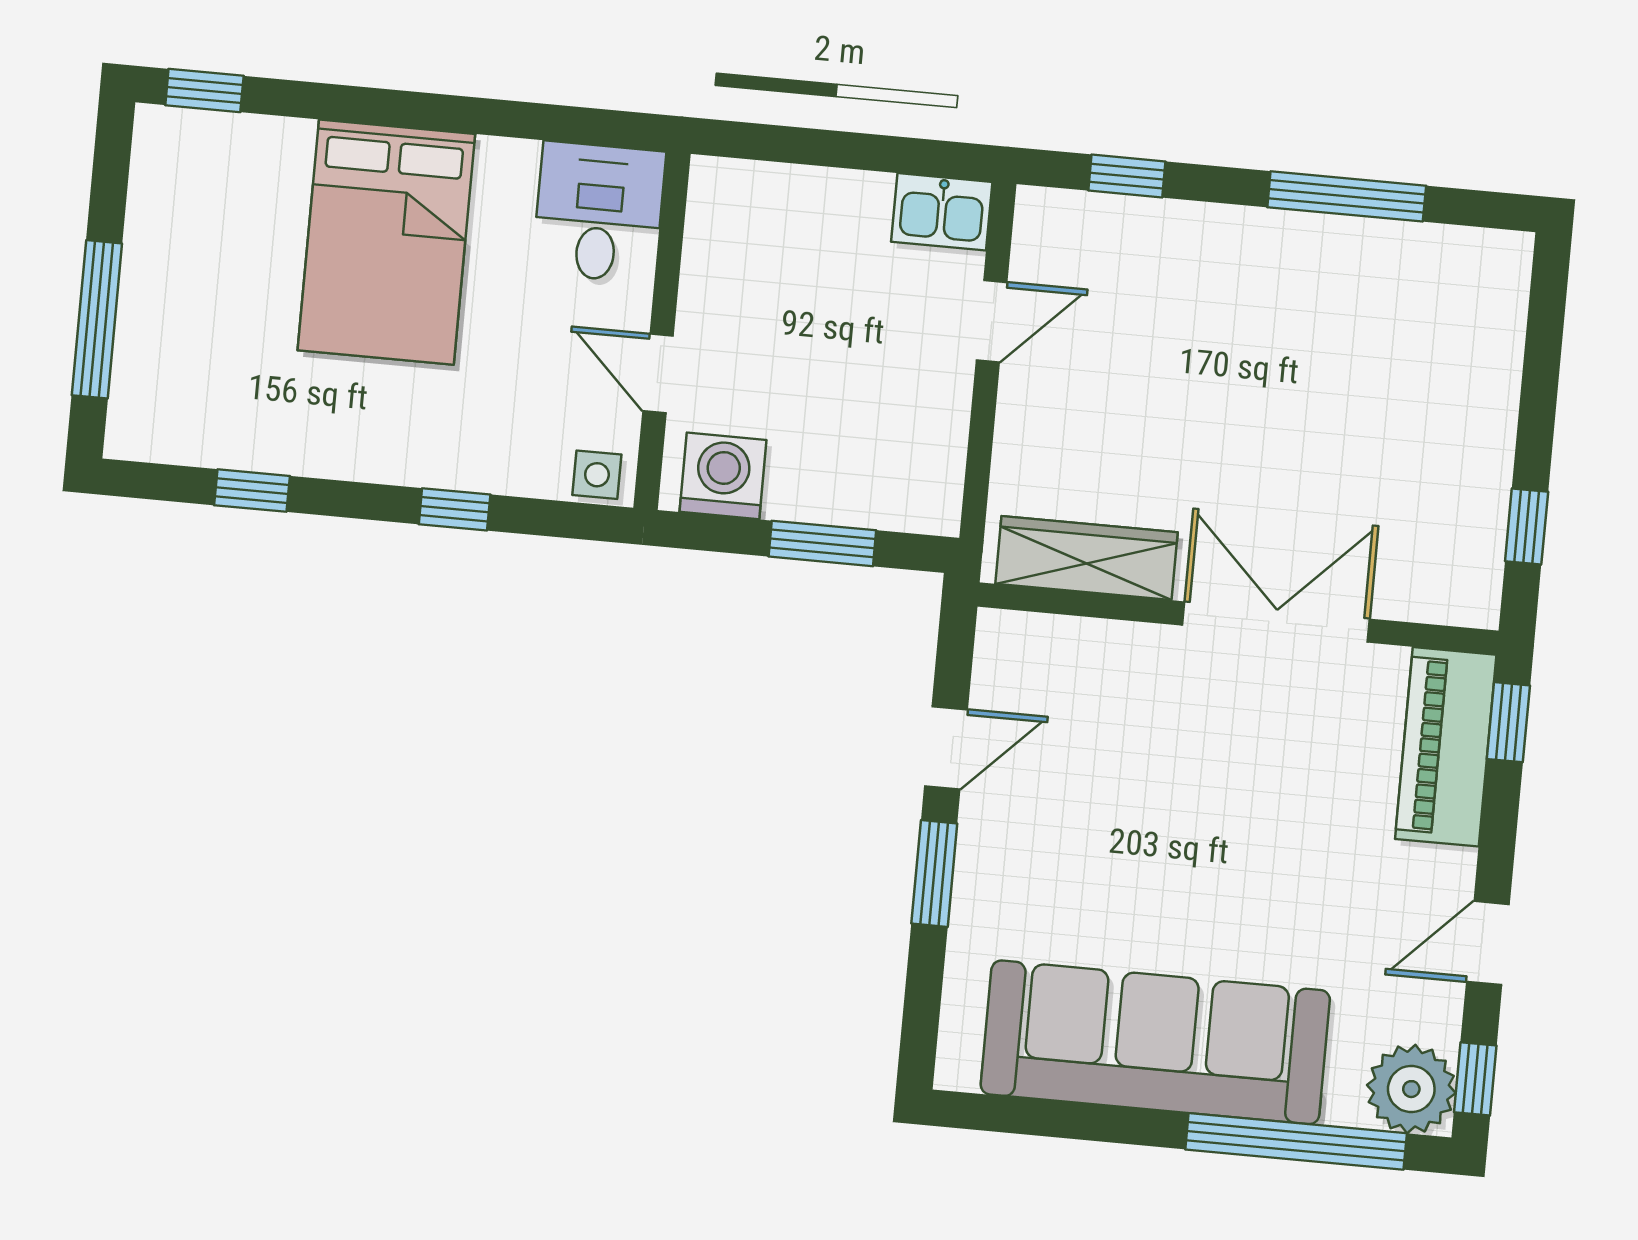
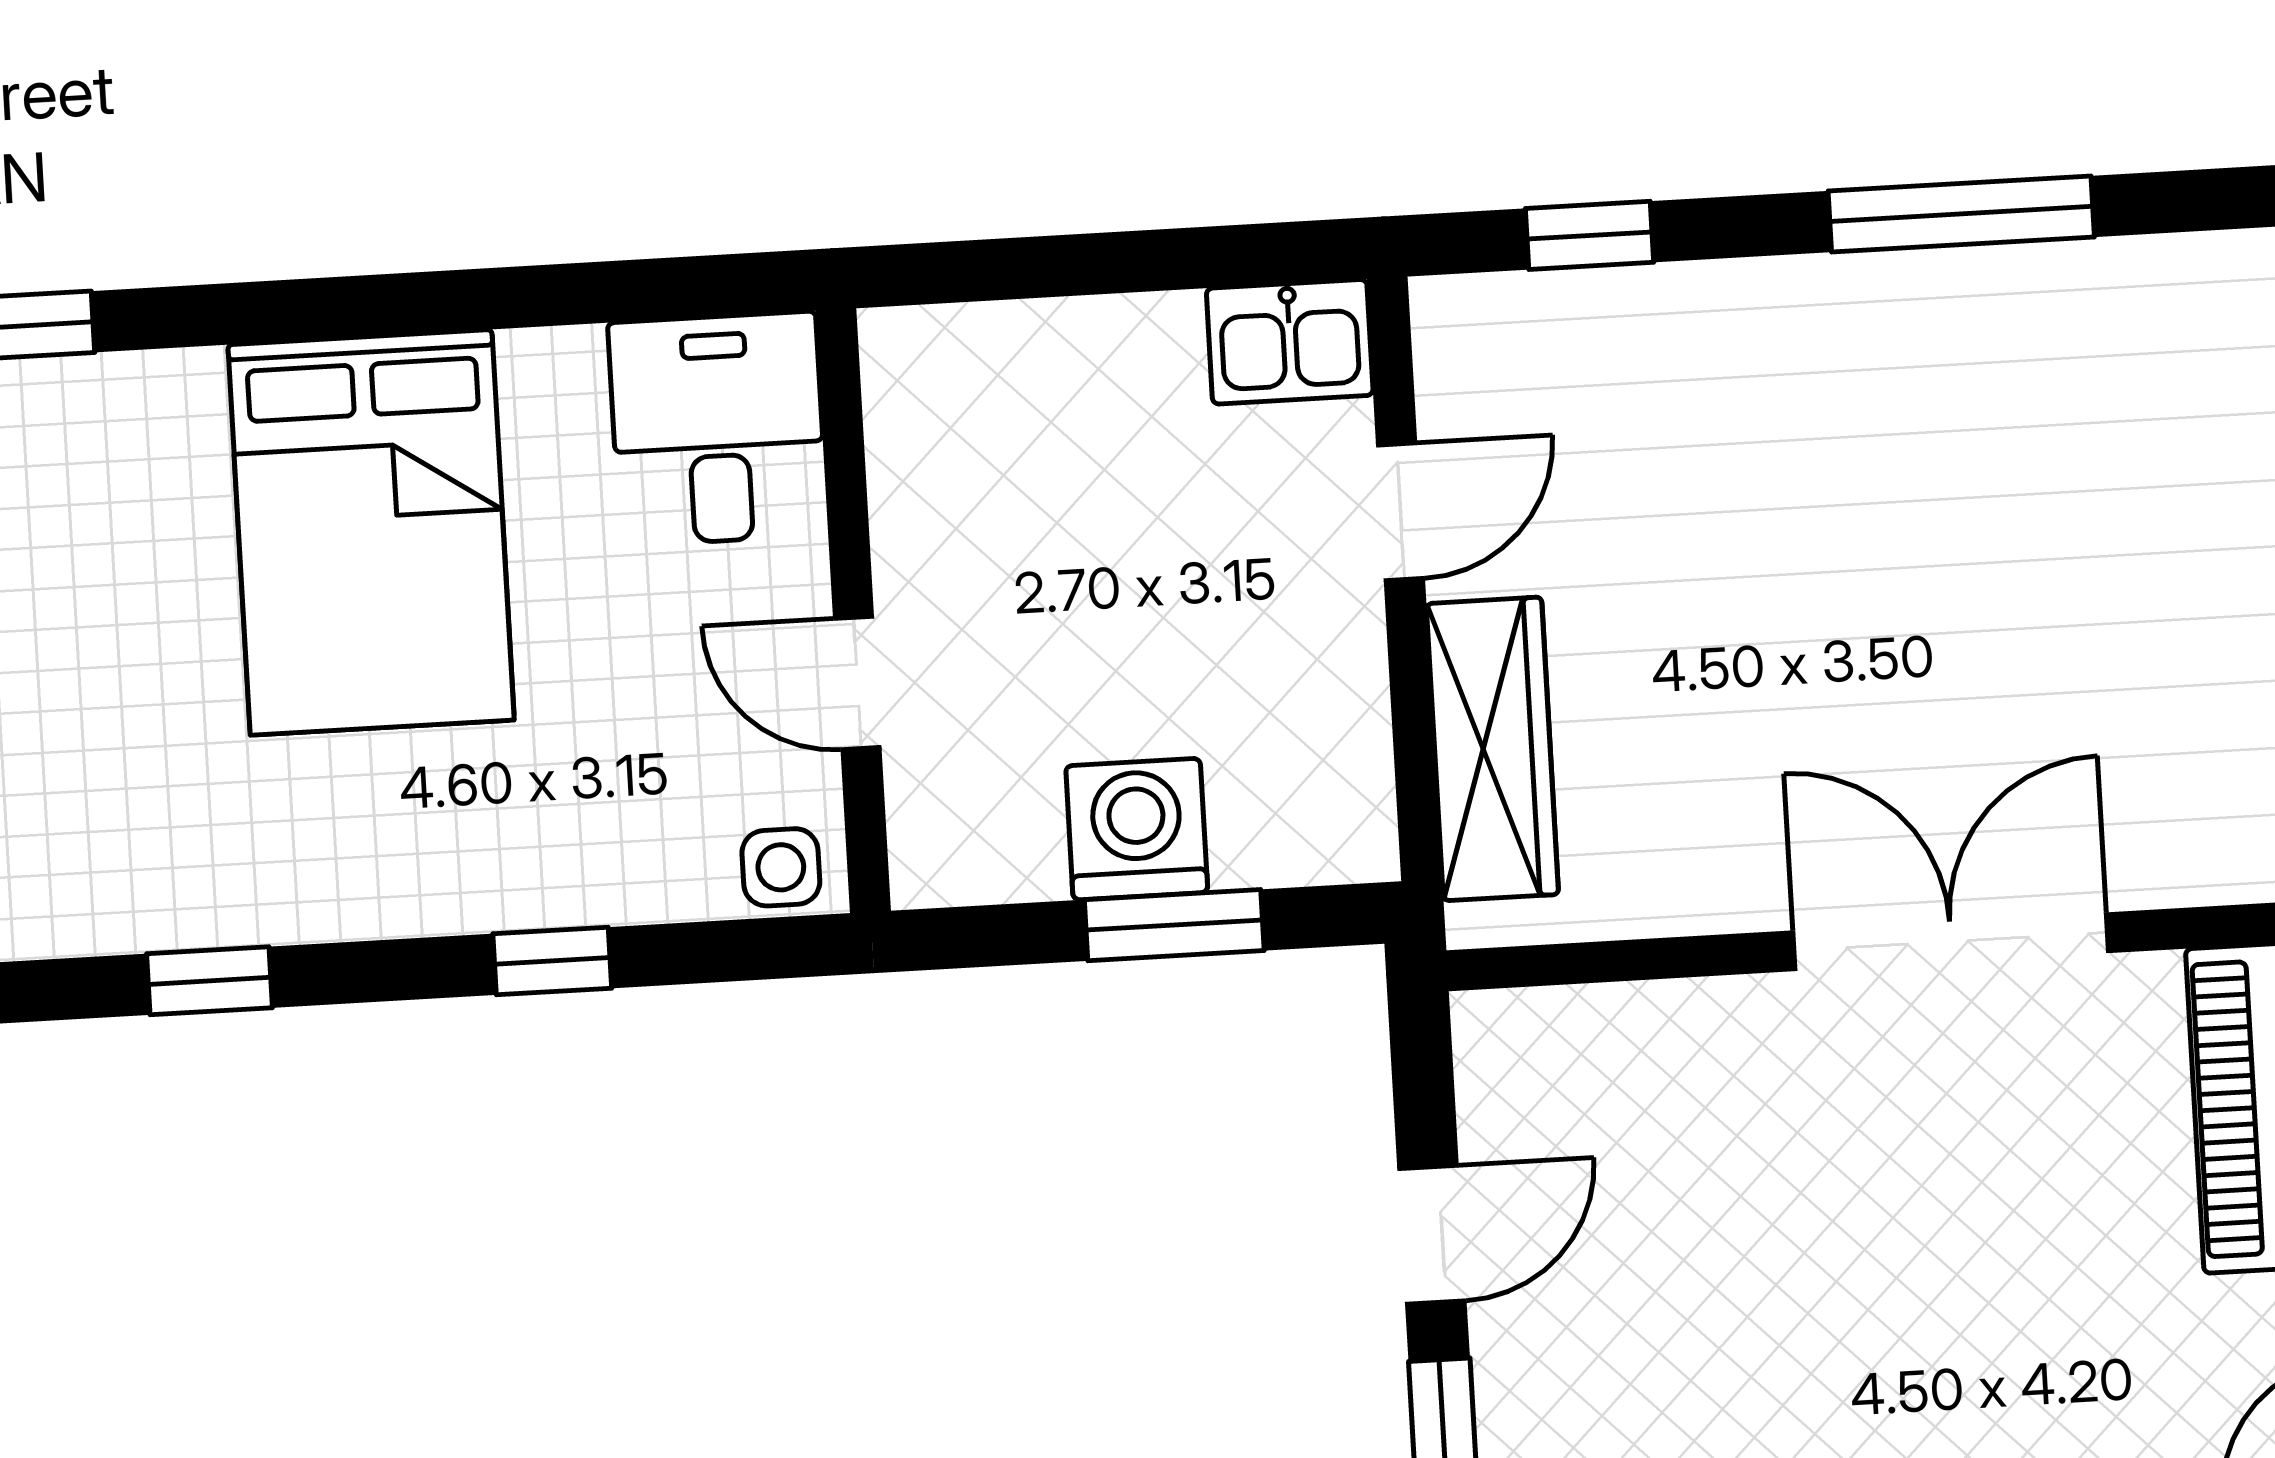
washing machine: (723, 476) -> (1137, 829), moved
wardrobe: (1086, 558) -> (1492, 749), moved, turned 90

